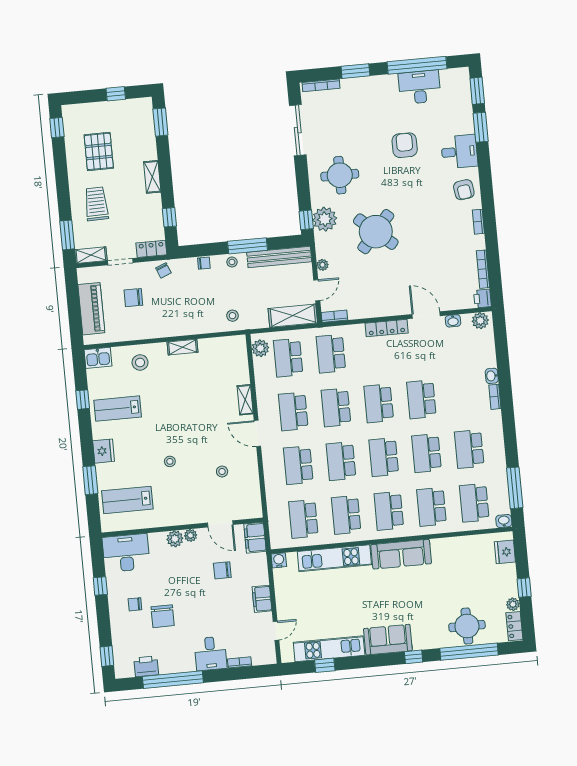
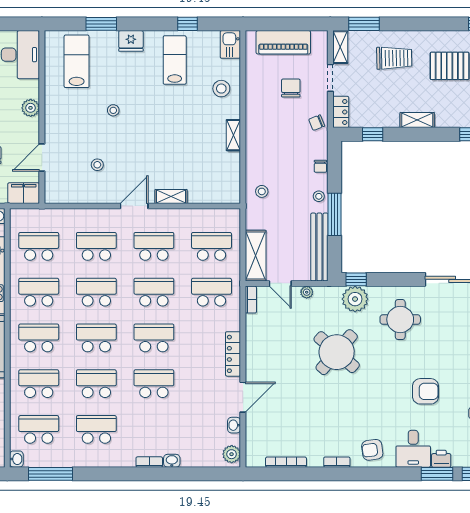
printer: (482, 298) -> (441, 459), moved
plant: (260, 348) -> (224, 218), removed
plant: (191, 535) -> (33, 125), removed

